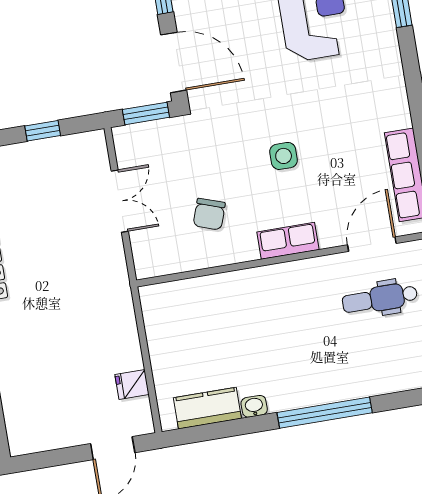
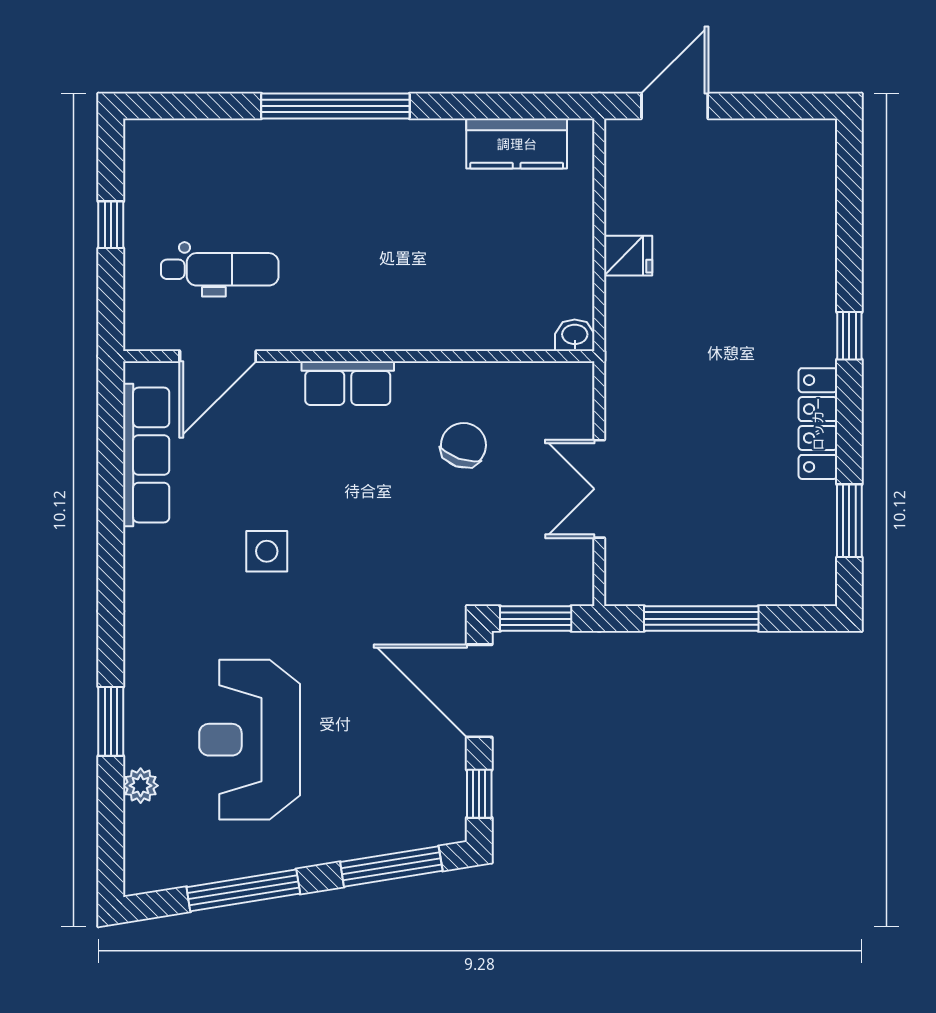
window: (43, 131) -> (701, 619), width x2.17
side table: (284, 156) -> (267, 551), moved
fridge: (132, 385) -> (628, 256), moved
washbasin: (254, 406) -> (575, 335), moved, turned 180

